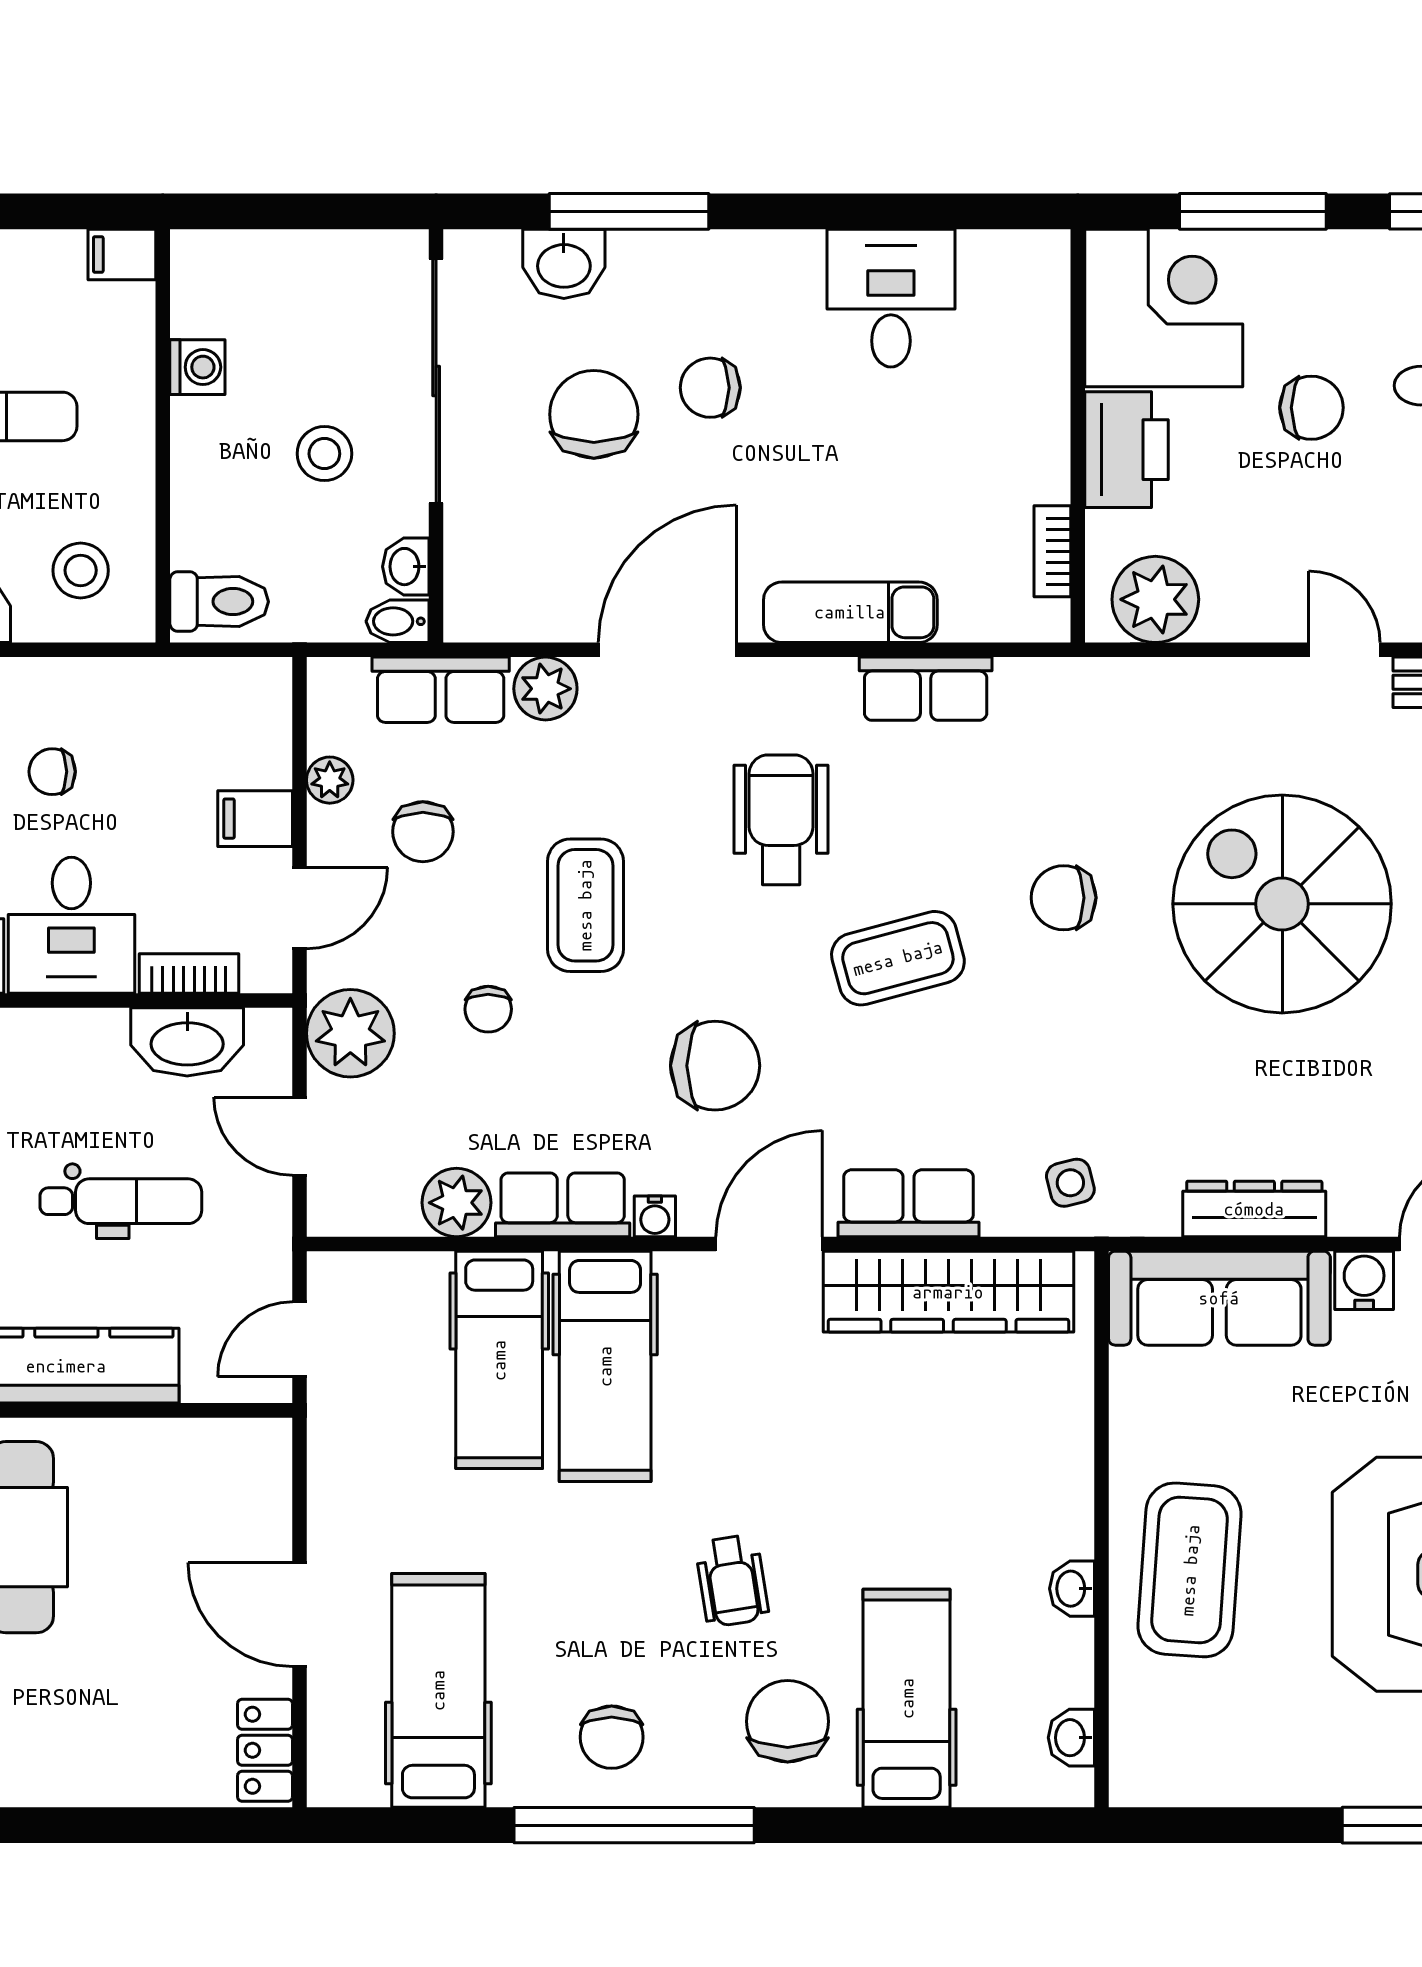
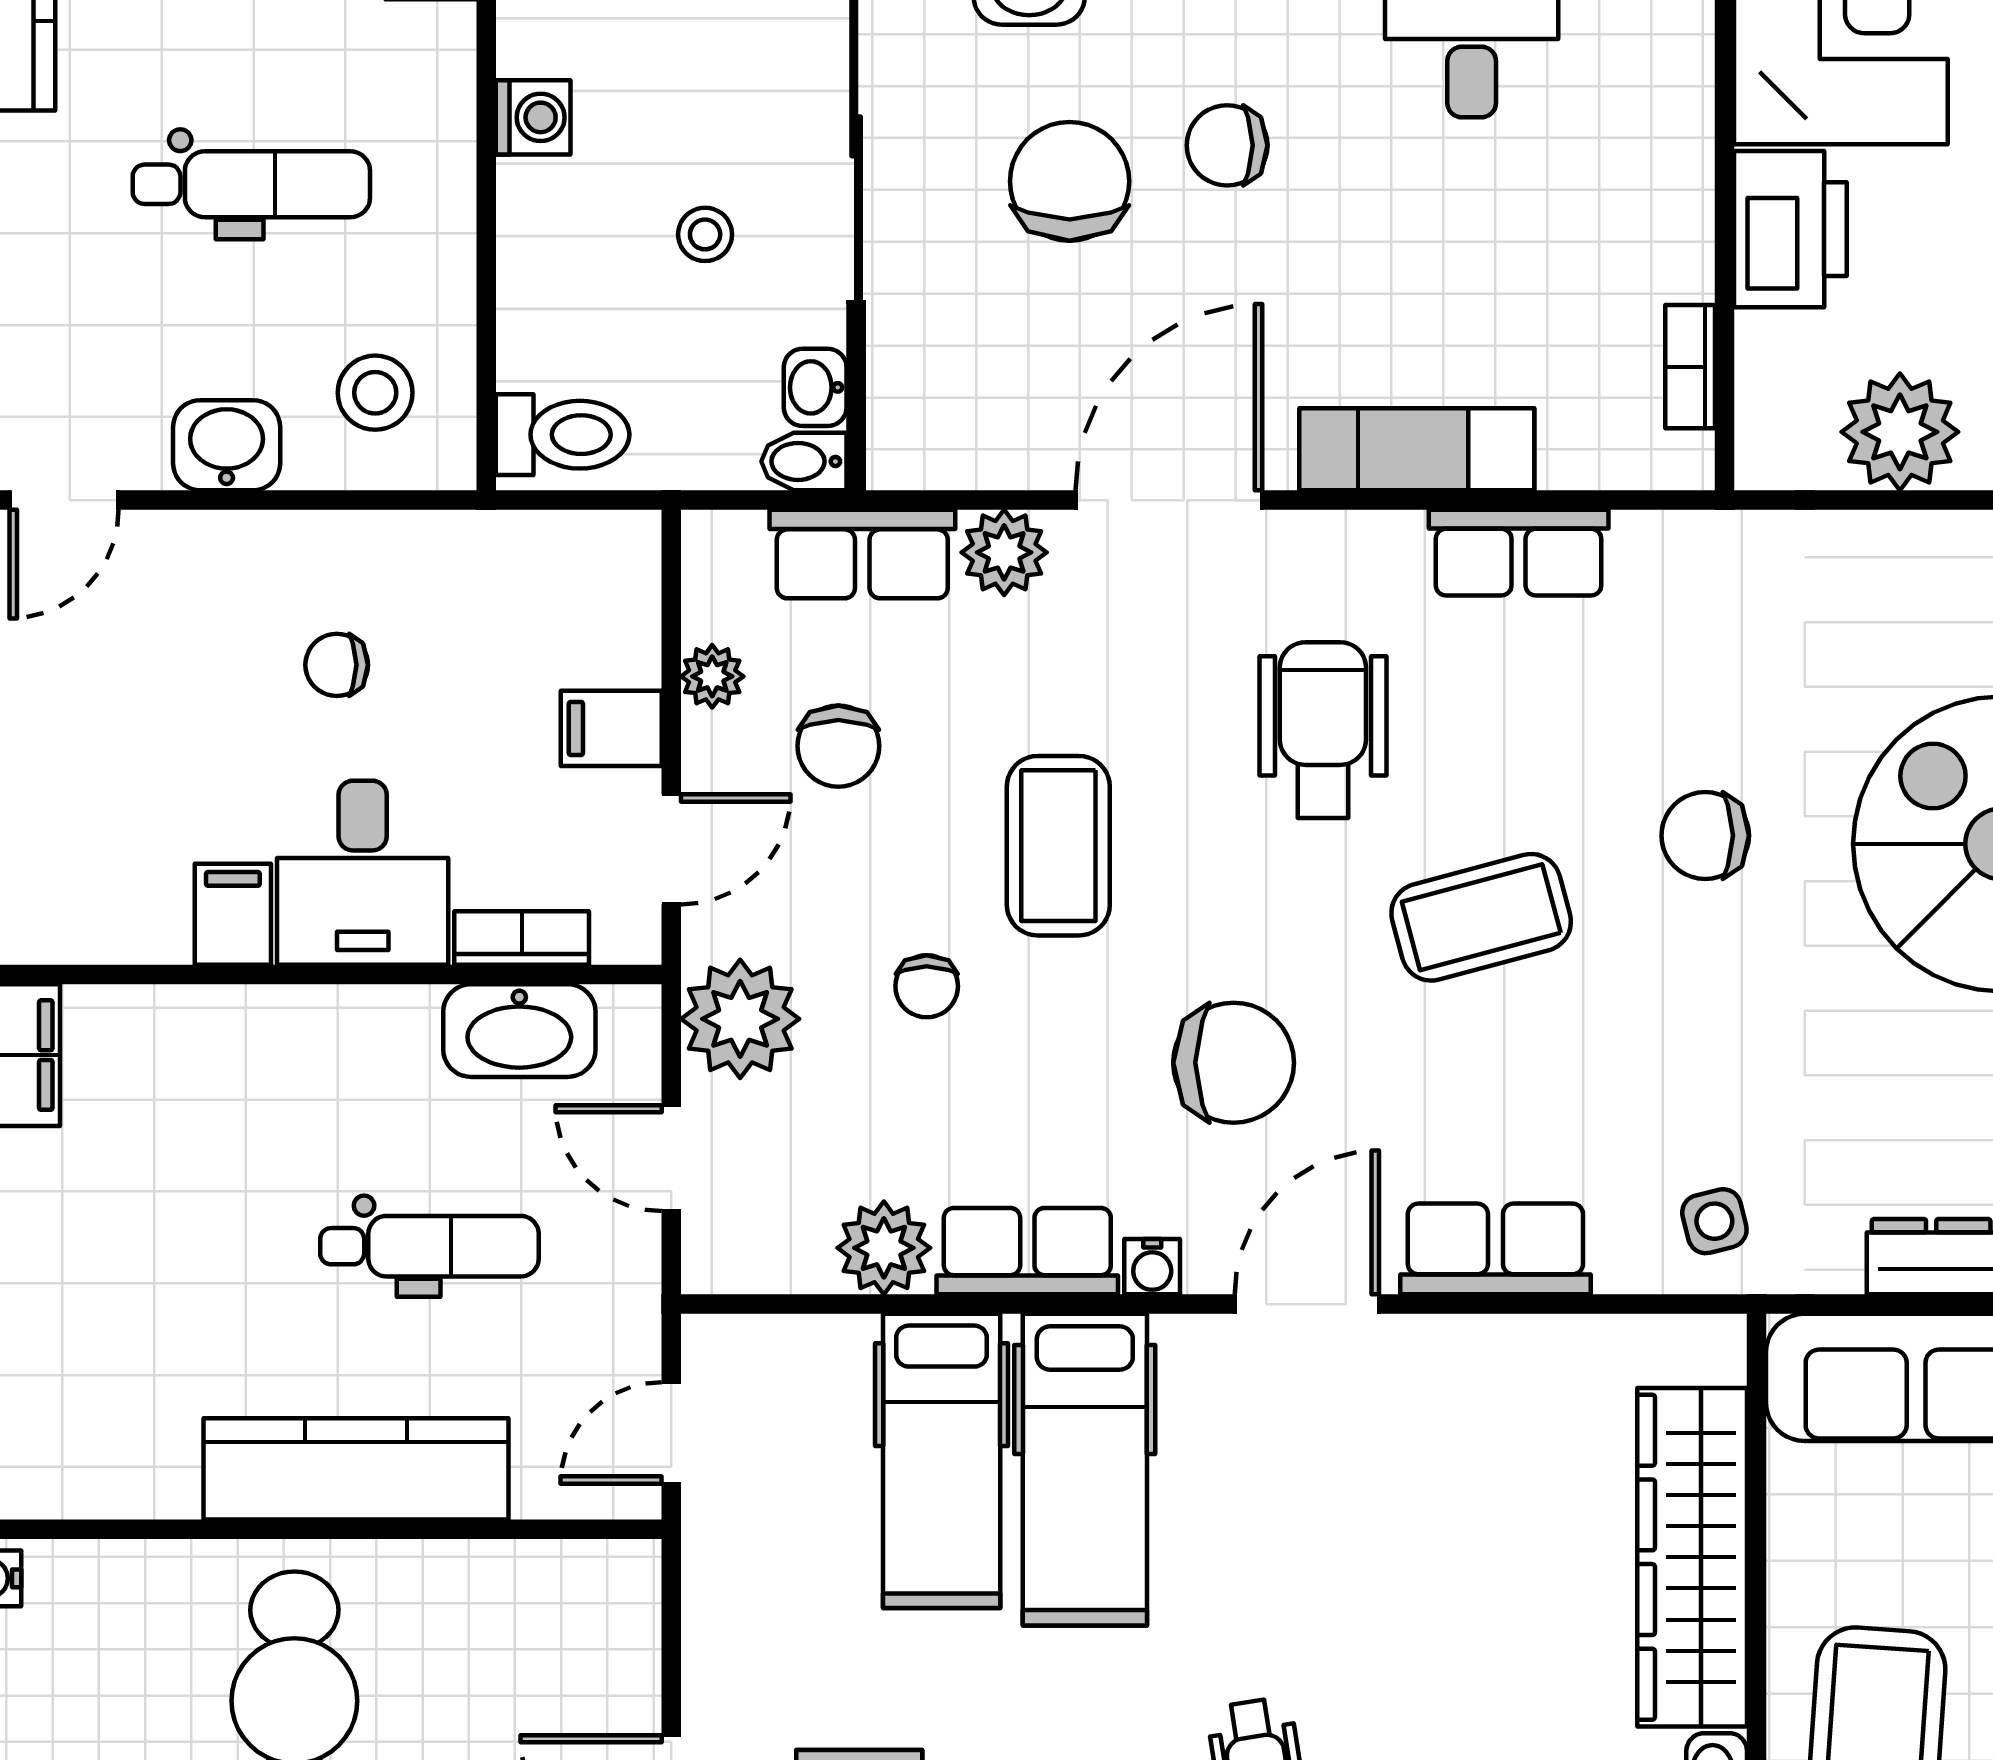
stool: (324, 454) -> (705, 234), width x0.73, depth x0.73
plant: (1155, 599) -> (1900, 432), moved
wardrobe: (948, 1292) -> (1692, 1557), moved, turned 90

